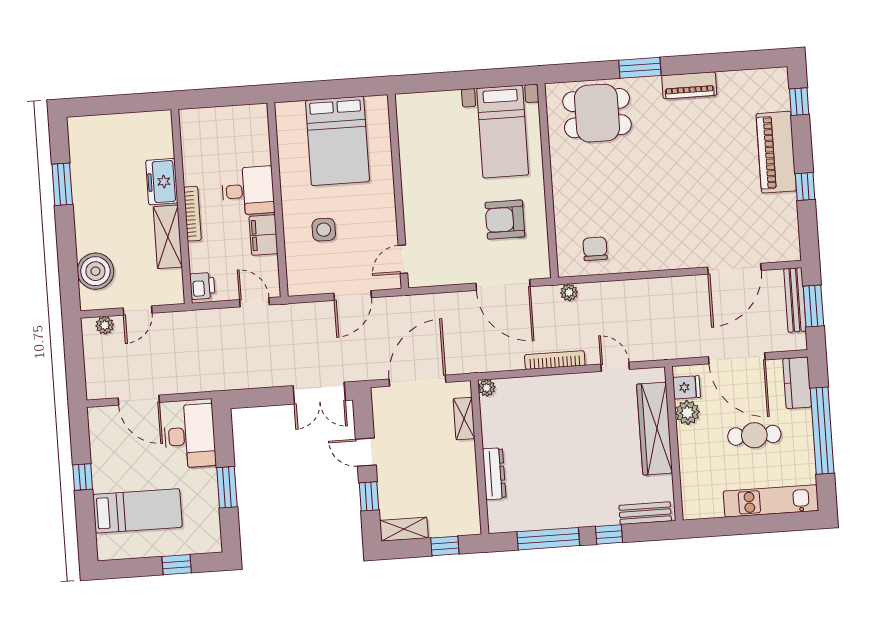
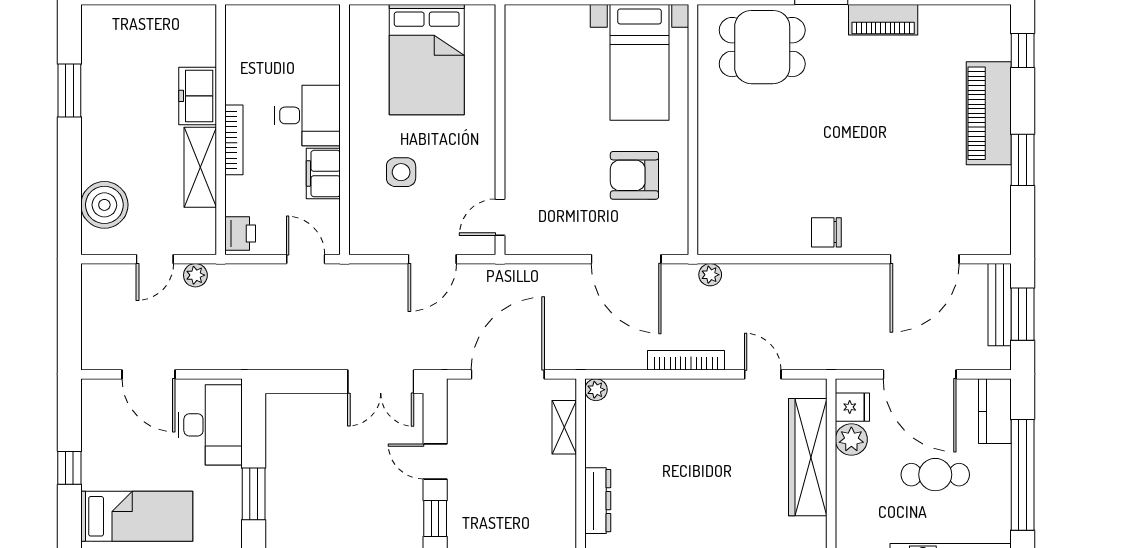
window: (805, 186) -> (1023, 160), width x1.50
chair: (595, 249) -> (826, 232), moved, turned -90
plant: (105, 325) -> (195, 275), moved

